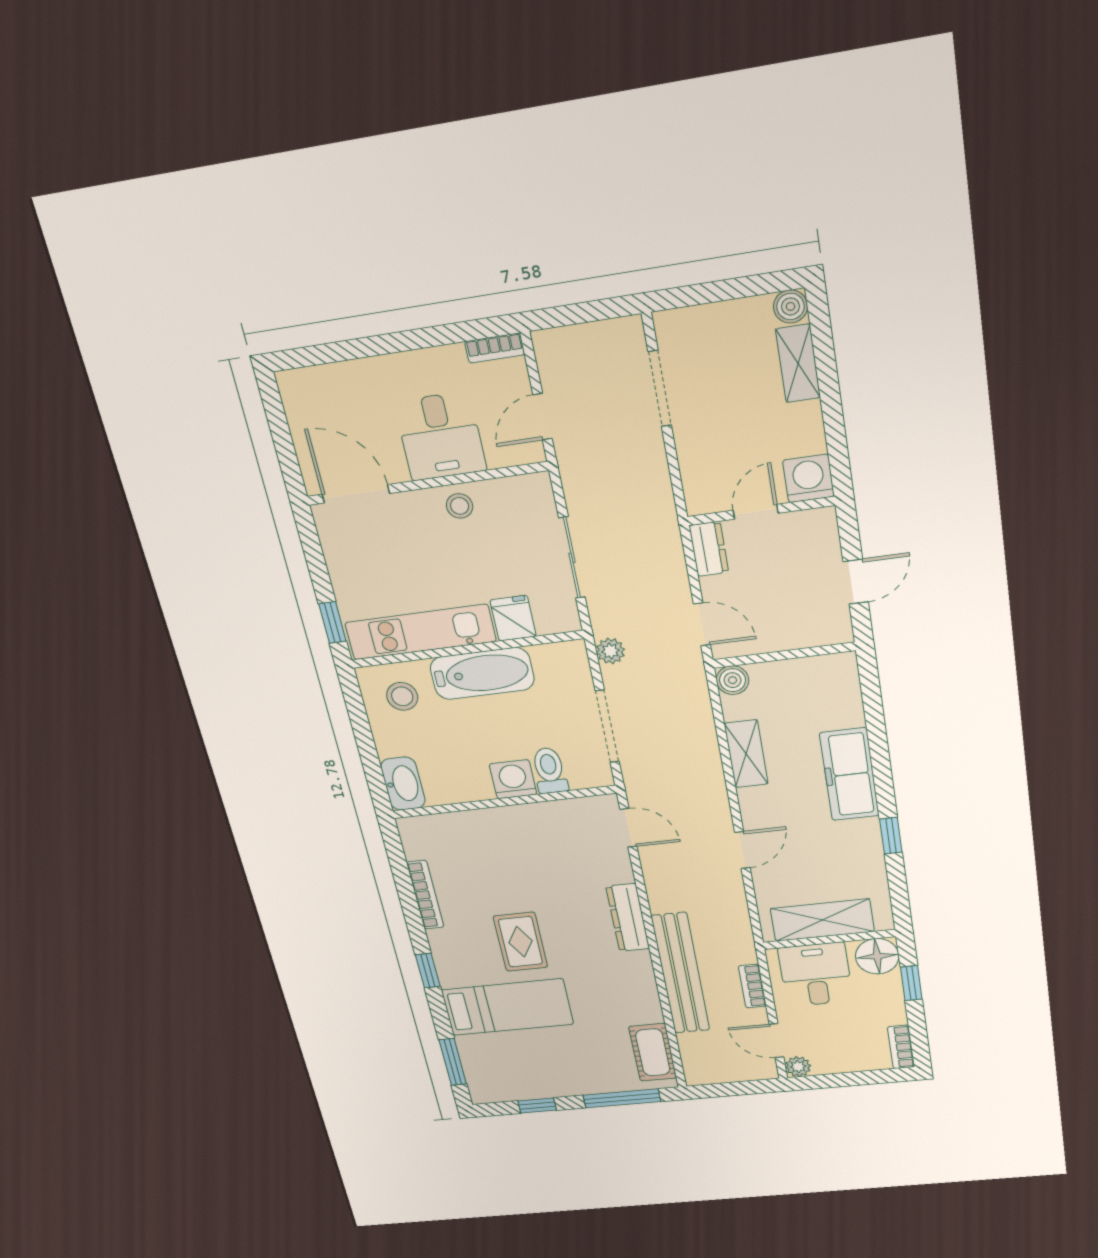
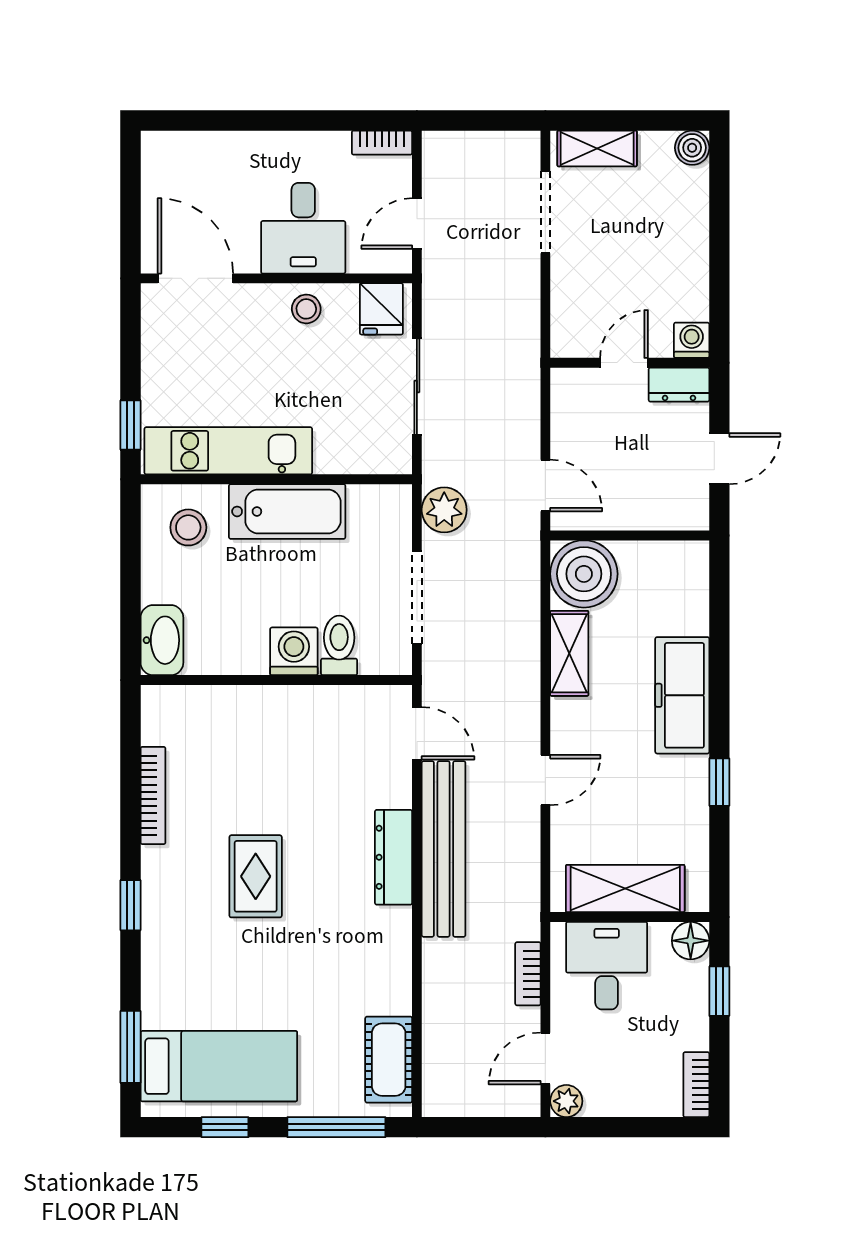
shelving: (798, 363) -> (597, 148), moved, turned 90
washing machine: (808, 478) -> (692, 340), width x0.73, depth x0.73
dresser: (709, 549) -> (679, 385), moved, turned 90
fridge: (513, 618) -> (381, 309), moved, turned 180
plant: (610, 651) -> (444, 510), width x1.38, depth x1.38
boiler: (733, 680) -> (584, 574), width x1.86, depth x1.86
floor lamp: (877, 956) -> (691, 941), width x0.73, depth x0.73
bench: (681, 973) -> (444, 849), moved
bed: (507, 1007) -> (219, 1066), moved
door: (777, 1041) -> (545, 1058), hinge flipped

